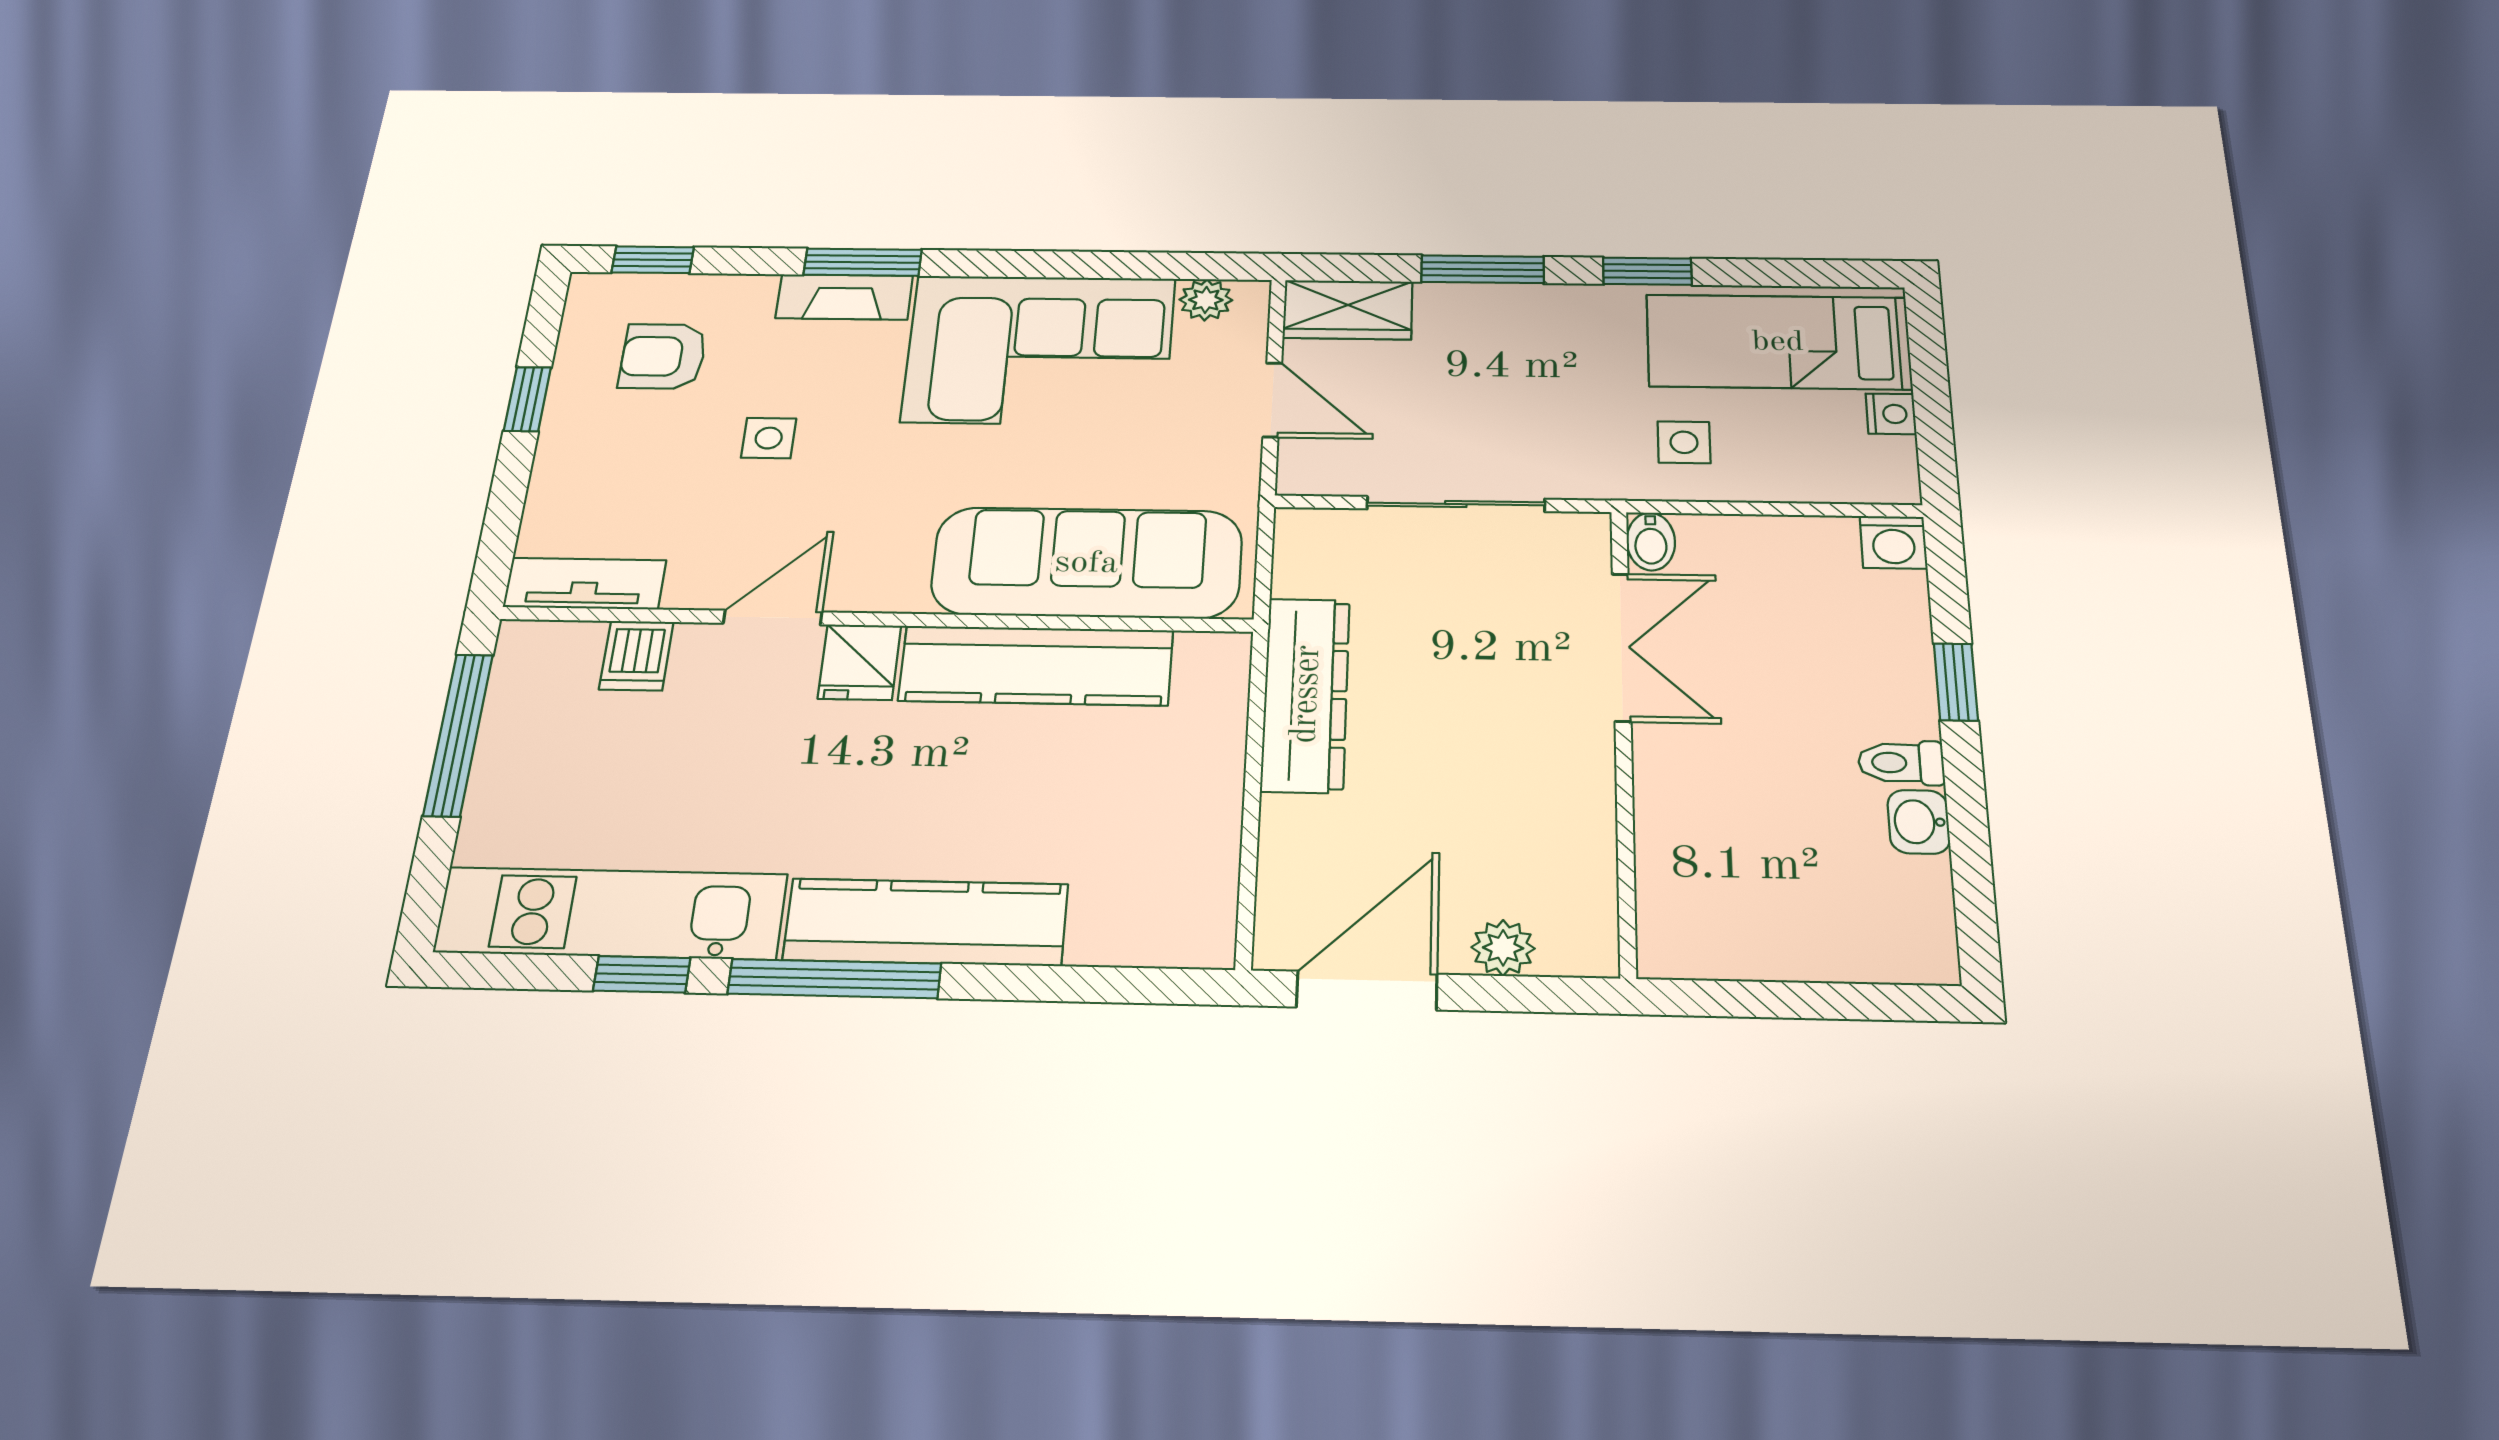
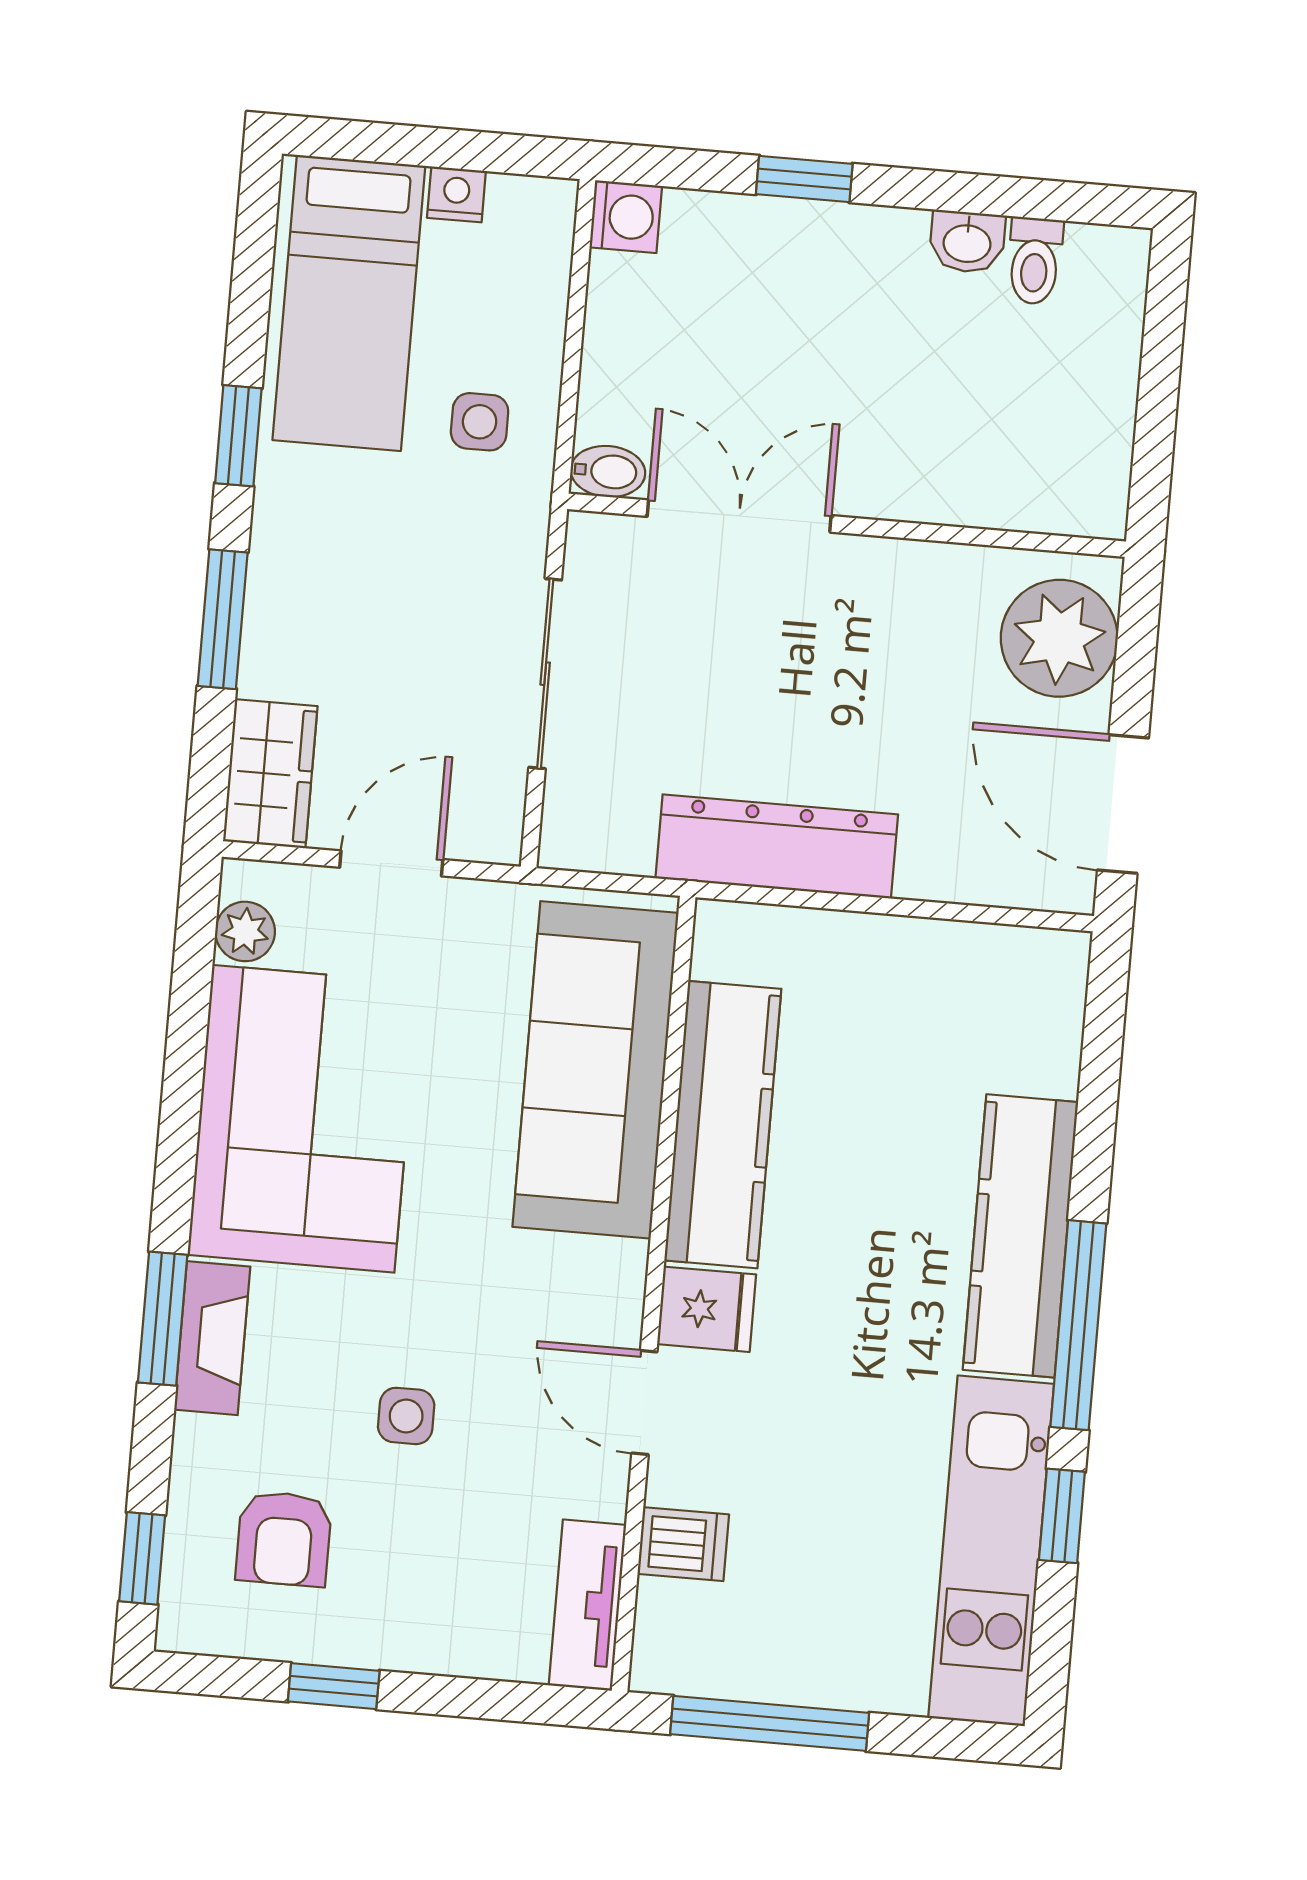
toilet: (1901, 763) -> (1035, 261), moved
plant: (1503, 948) -> (1059, 638), width x1.87, depth x1.87

